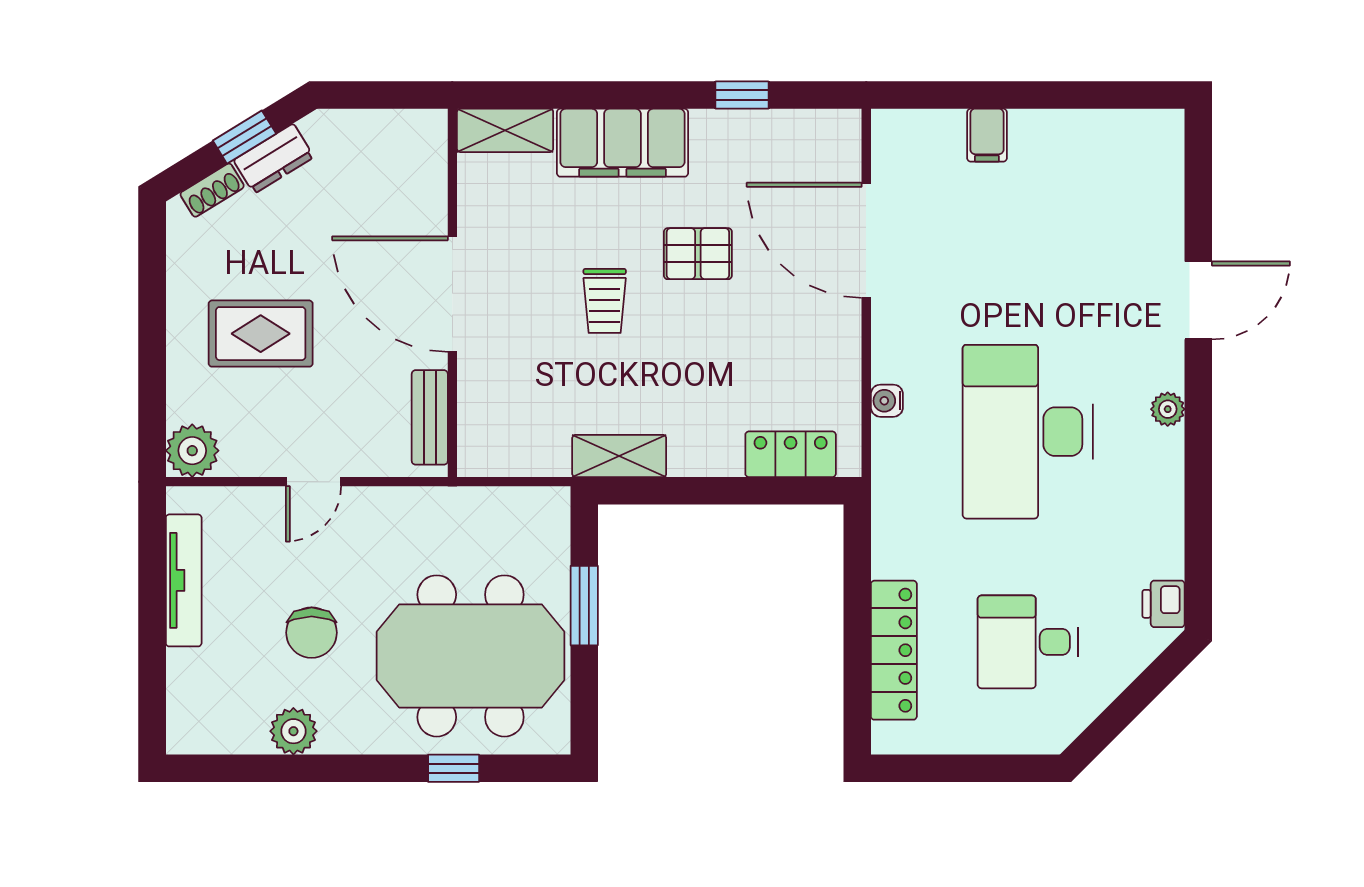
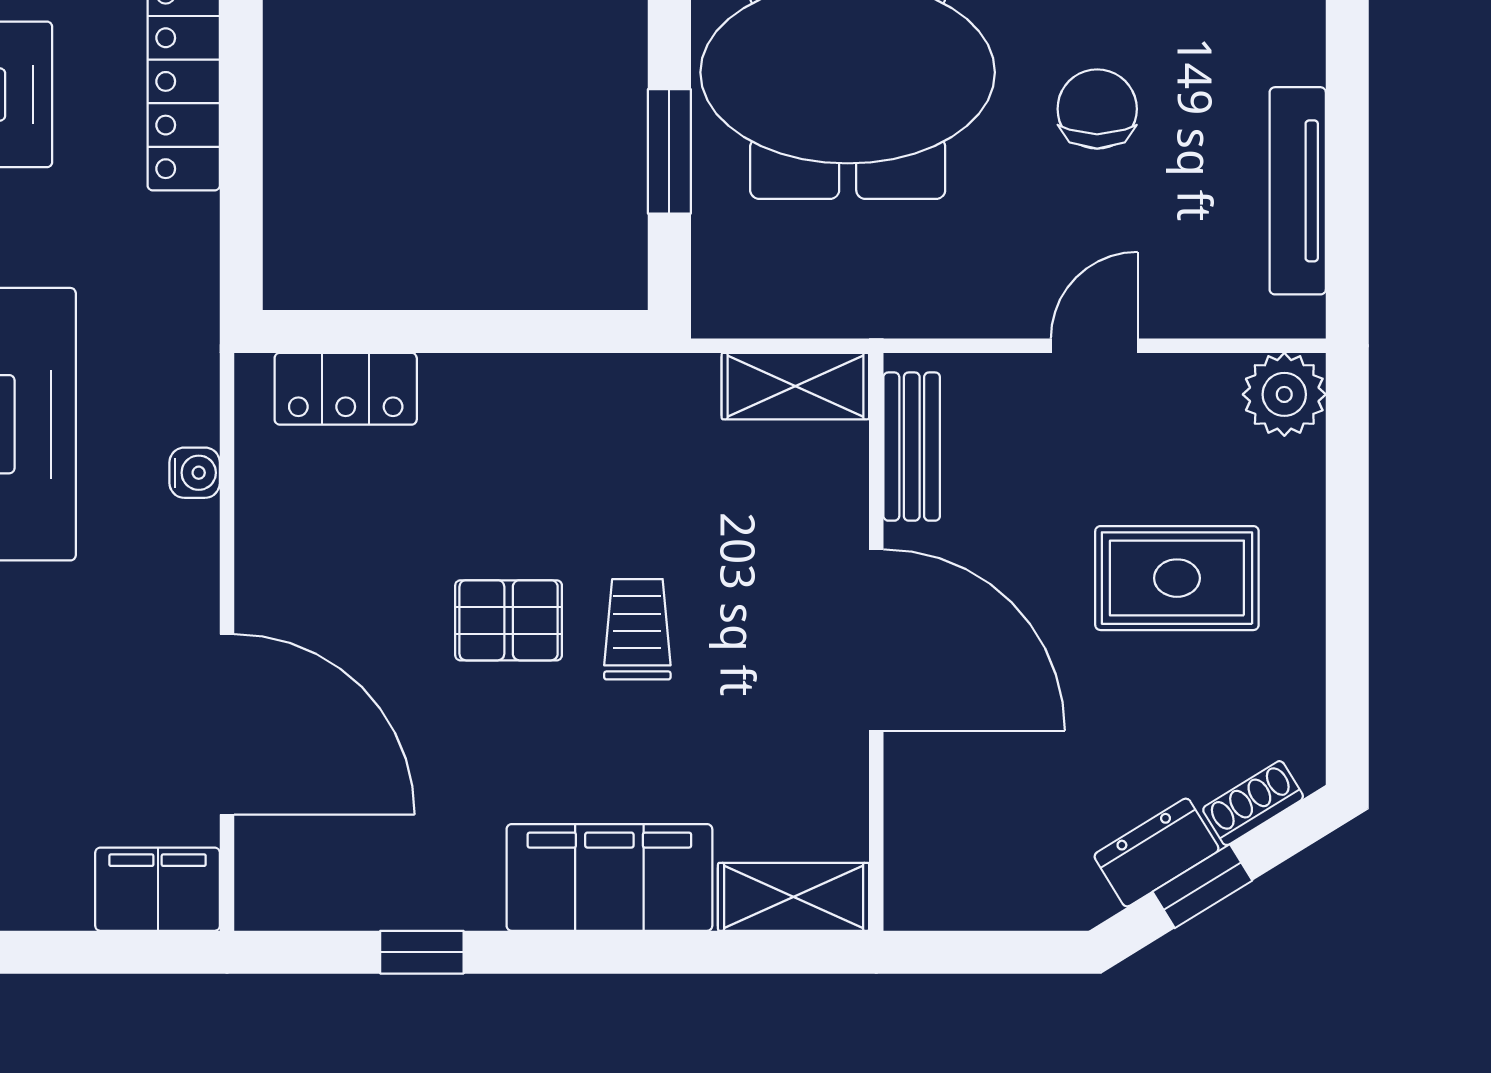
filing cabinet: (987, 135) -> (158, 889), moved, width x2.00
pallet: (698, 254) -> (509, 620), moved
shelving: (619, 456) -> (795, 386), moved

